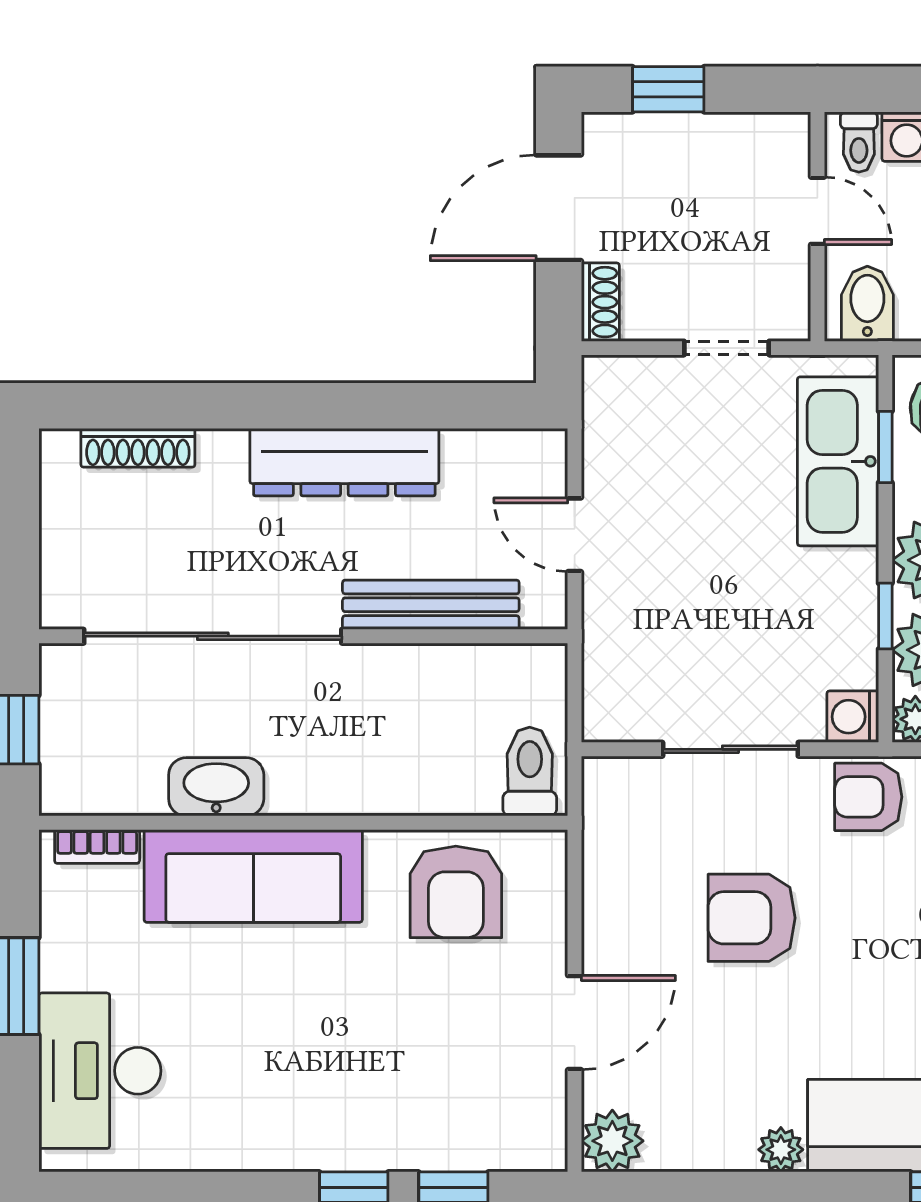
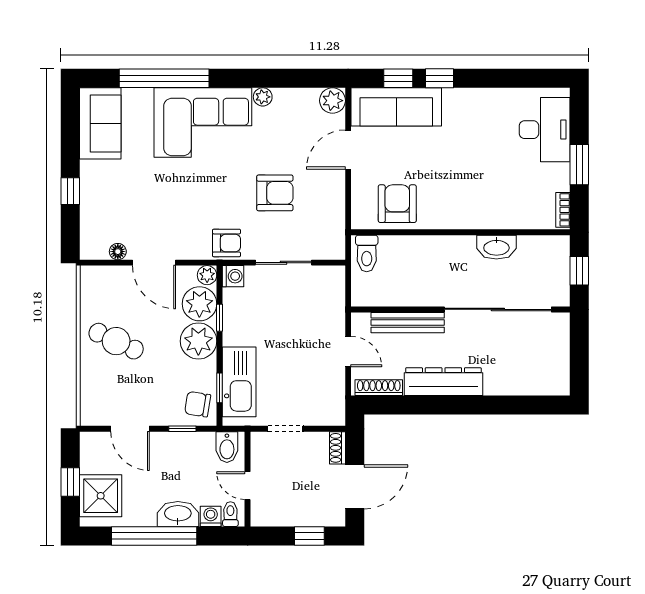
shoe rack: (138, 448) -> (379, 388), moved
bookcase: (97, 846) -> (563, 210), moved, turned -90
sofa: (253, 876) -> (396, 107), moved, turned 180

